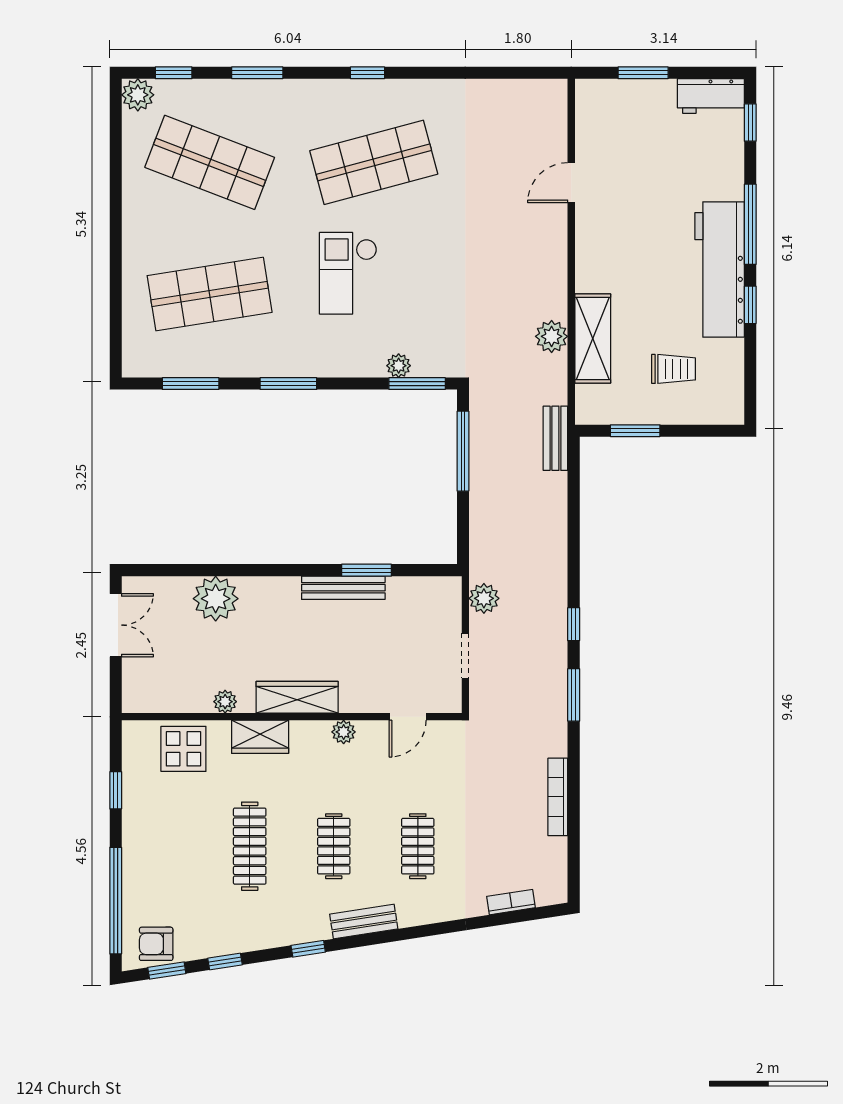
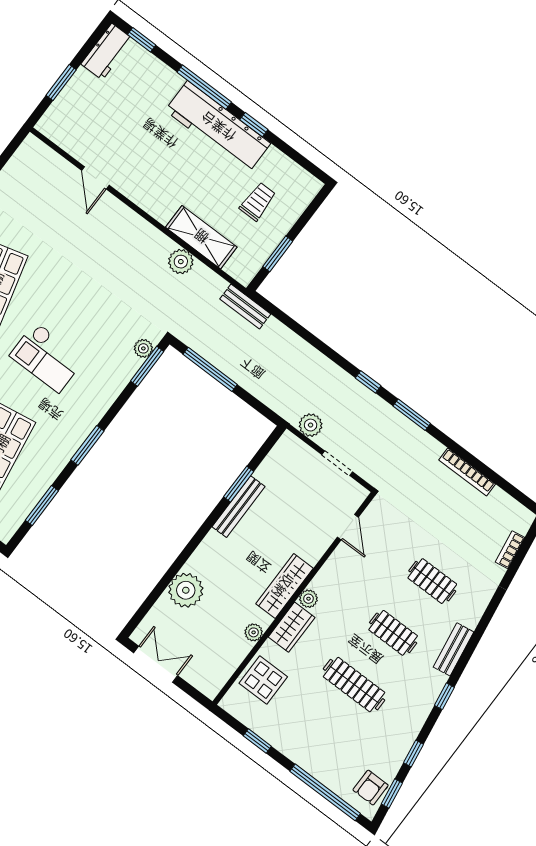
plant: (399, 366) -> (143, 348), moved
plant: (344, 732) -> (308, 599), moved

